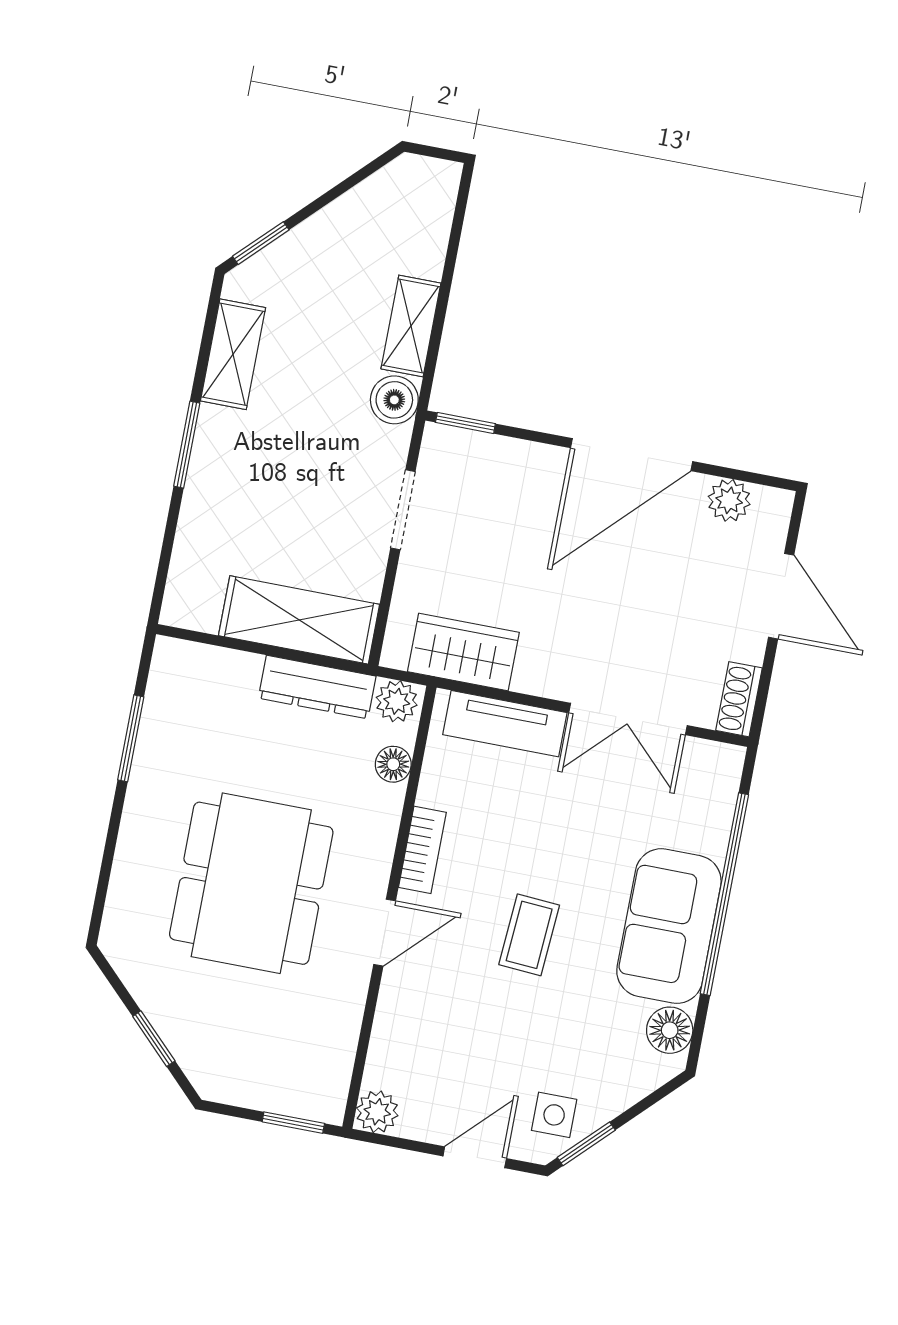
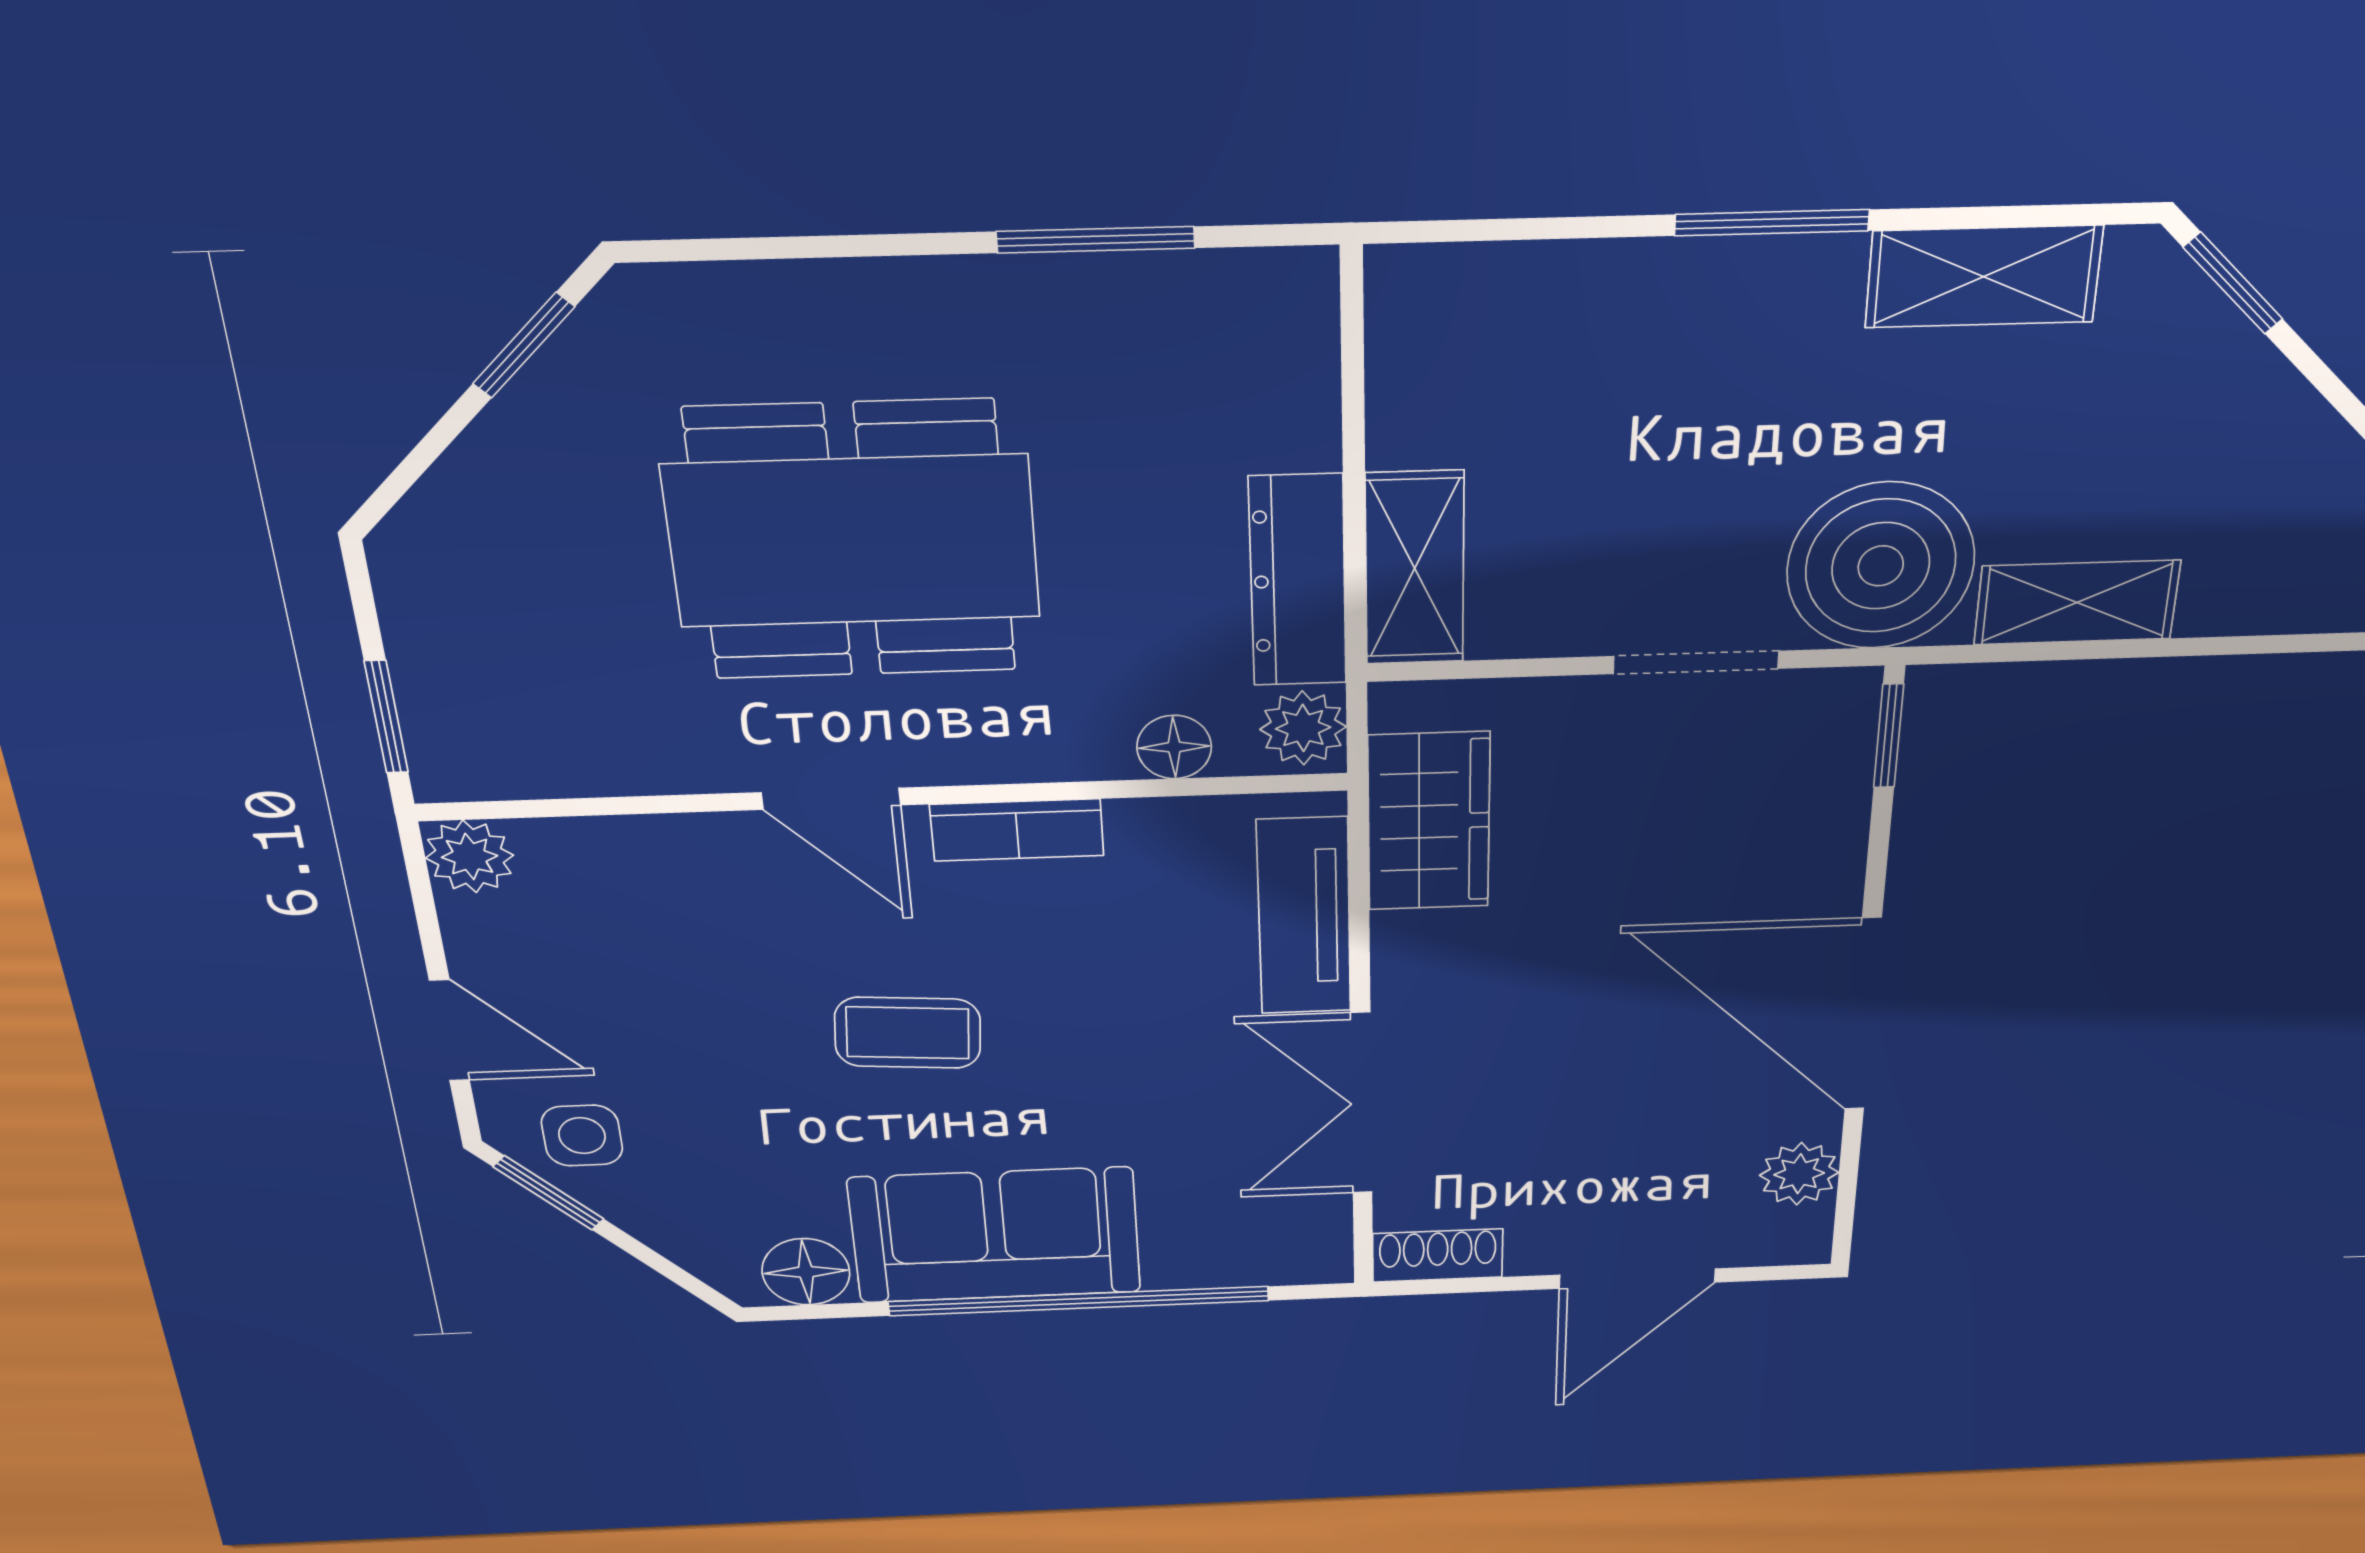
boiler: (394, 400) -> (1881, 566), width x1.86, depth x1.86
shelving: (299, 620) -> (1415, 568), width x0.67, depth x0.75
window: (154, 1039) -> (524, 345), moved

